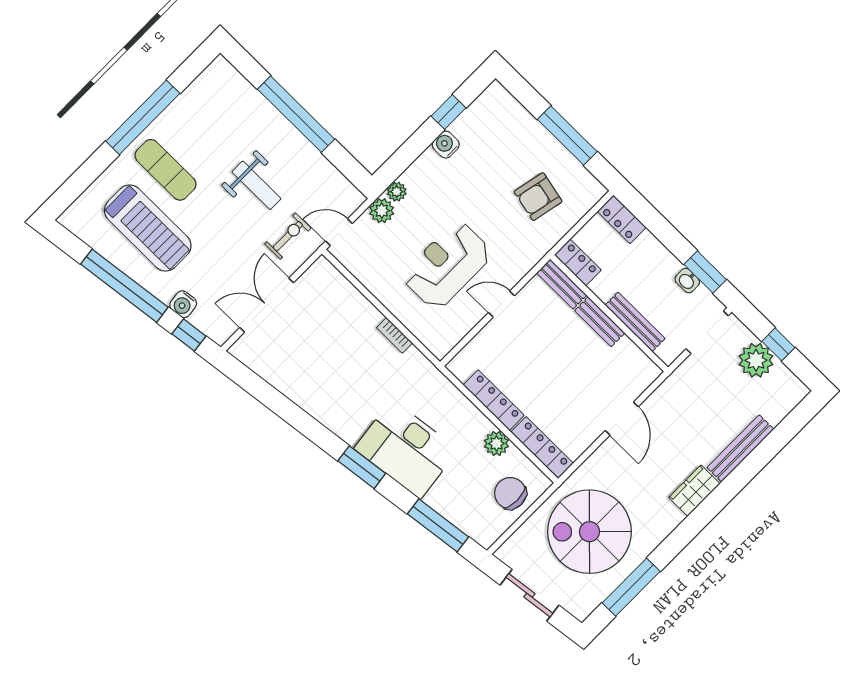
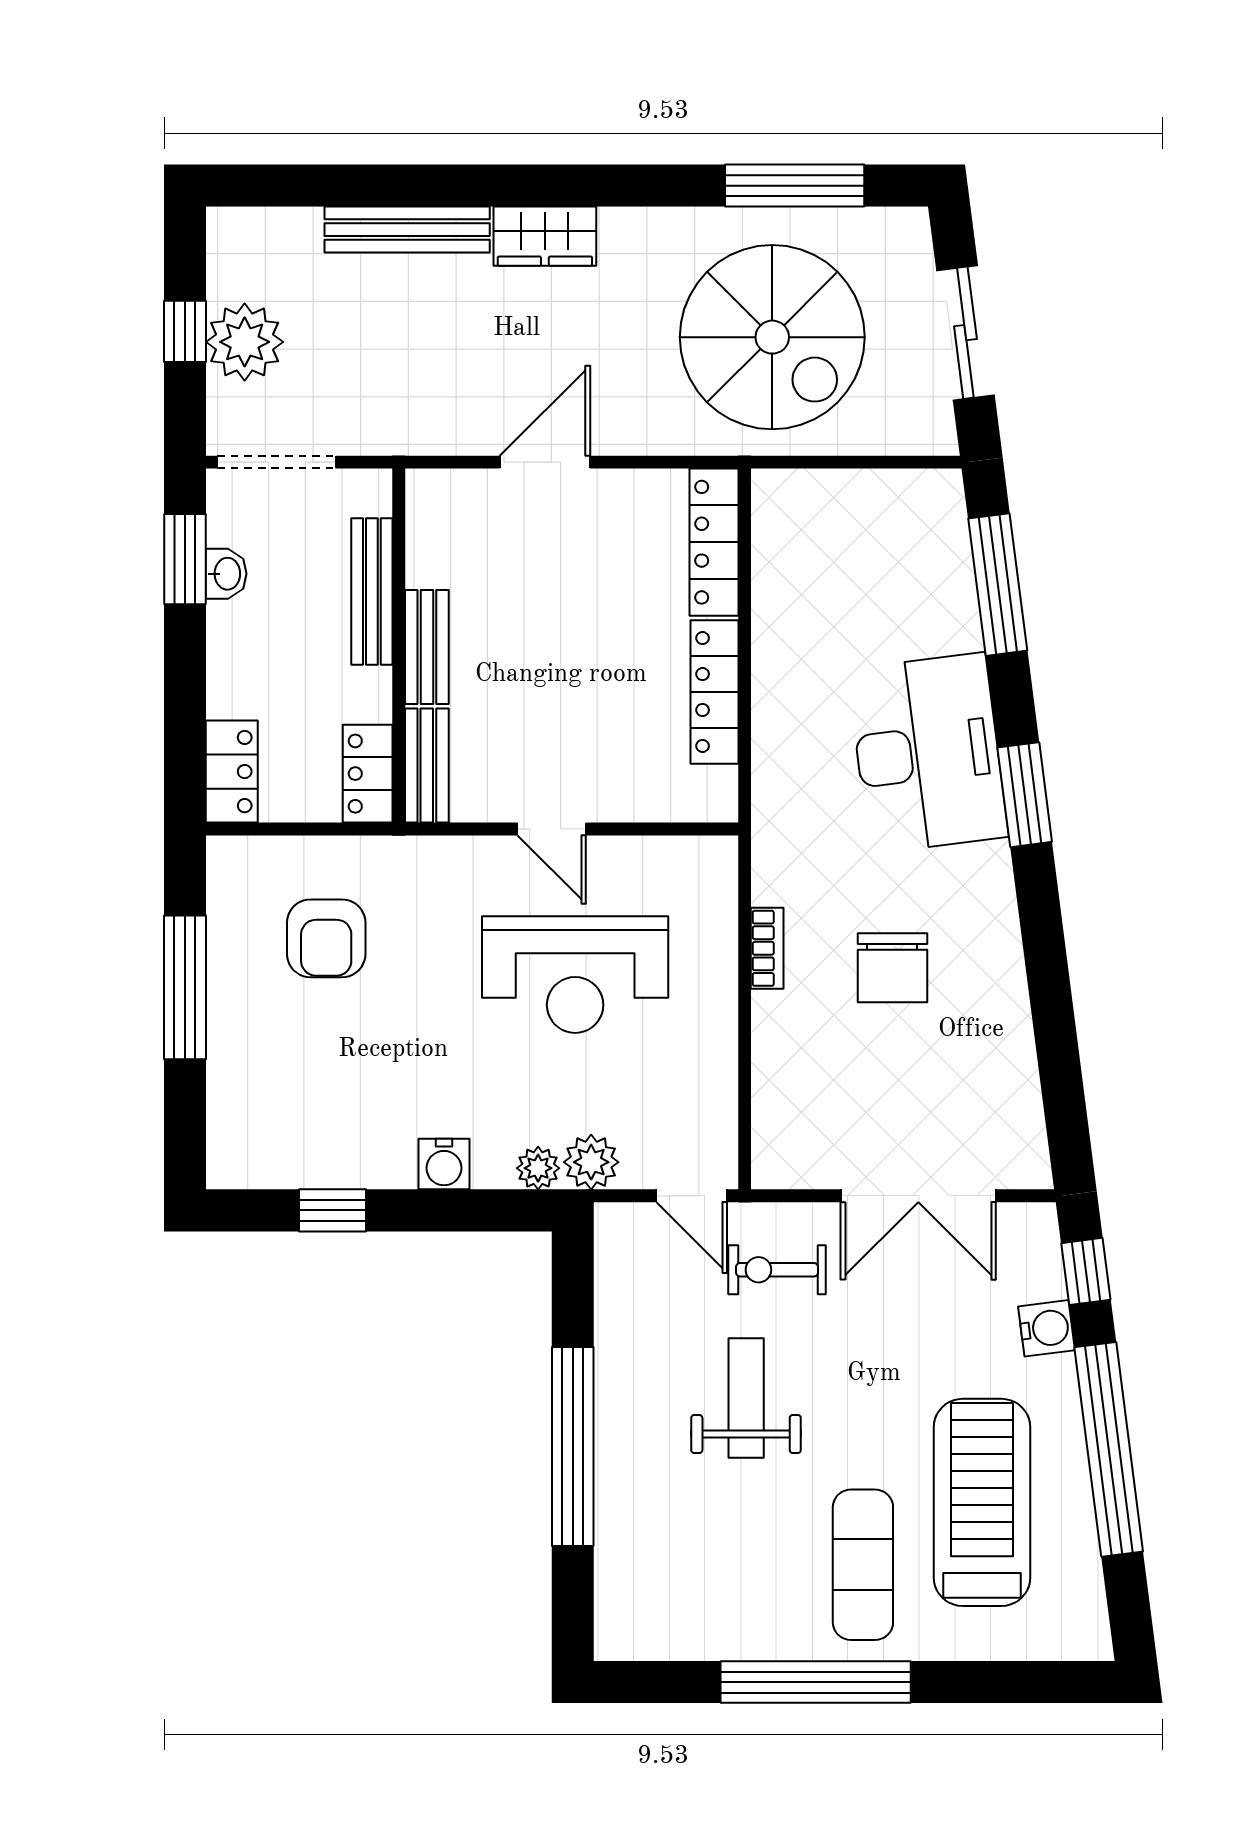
water cooler: (446, 145) -> (444, 1164), moved
armchair: (538, 197) -> (326, 938), turned 78
plant: (496, 443) -> (778, 620), removed
chair: (510, 493) -> (892, 968), moved

